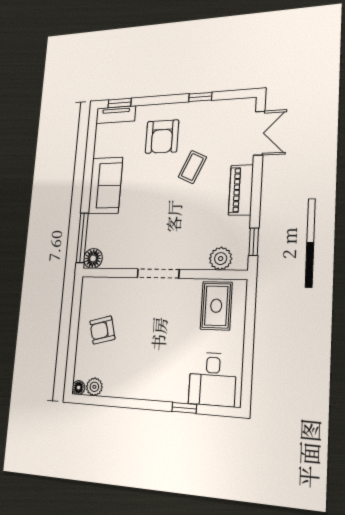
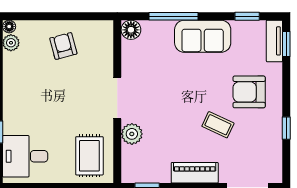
window: (91, 142) -> (247, 16), added
window: (82, 238) -> (173, 16), moved
plant: (221, 259) -> (132, 134), moved
rug: (216, 306) -> (89, 156), turned 90

